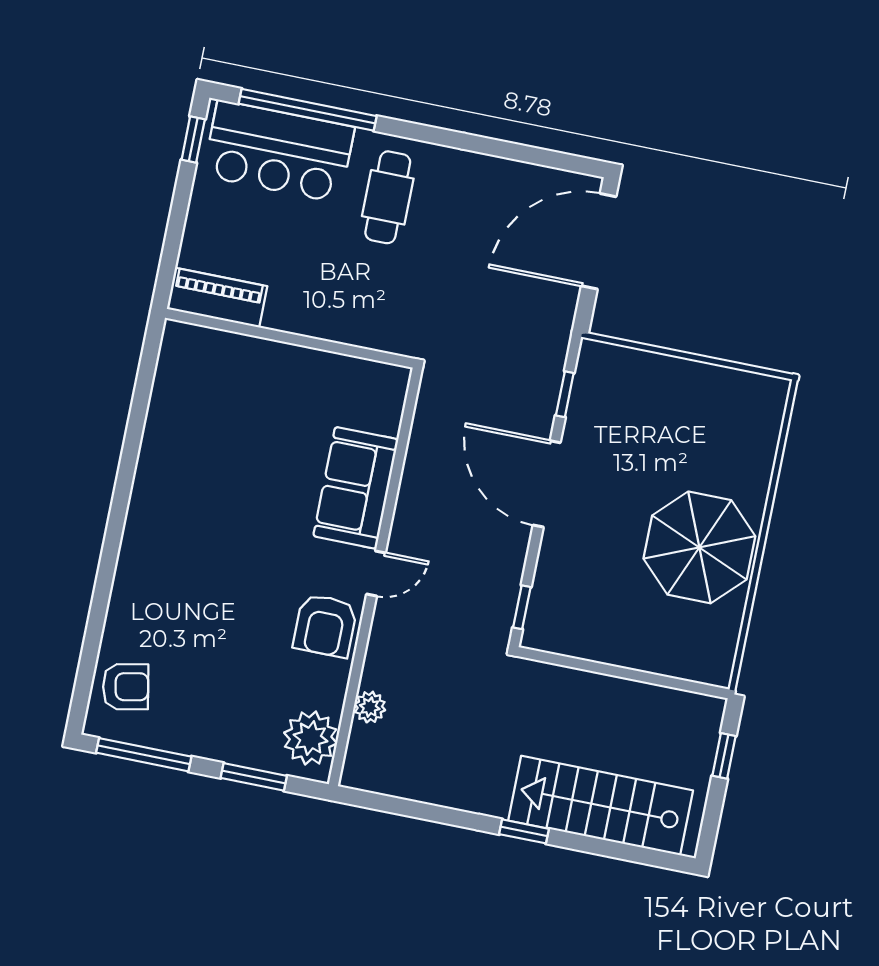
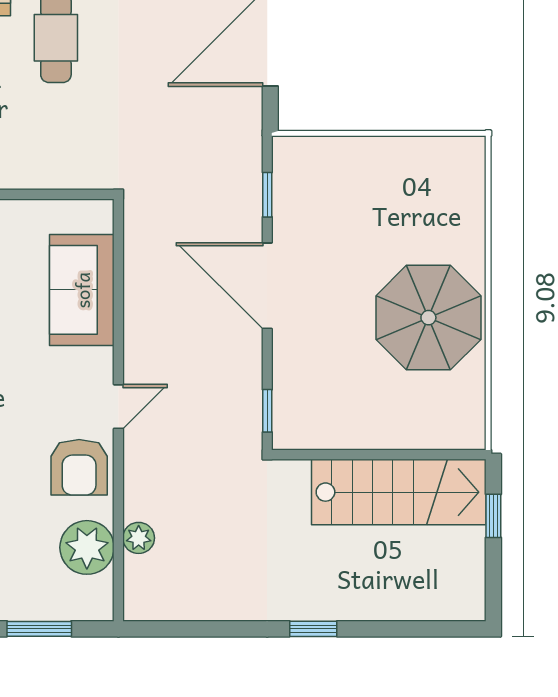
sofa: (356, 488) -> (82, 290), moved
plant: (311, 738) -> (87, 547), moved
stairs: (601, 805) -> (399, 492), moved, turned 180

